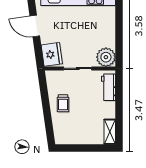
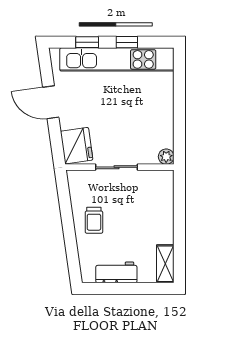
plant: (106, 57) -> (166, 157), width x0.53, depth x0.53
workbench: (109, 87) -> (116, 272), moved, turned 90

